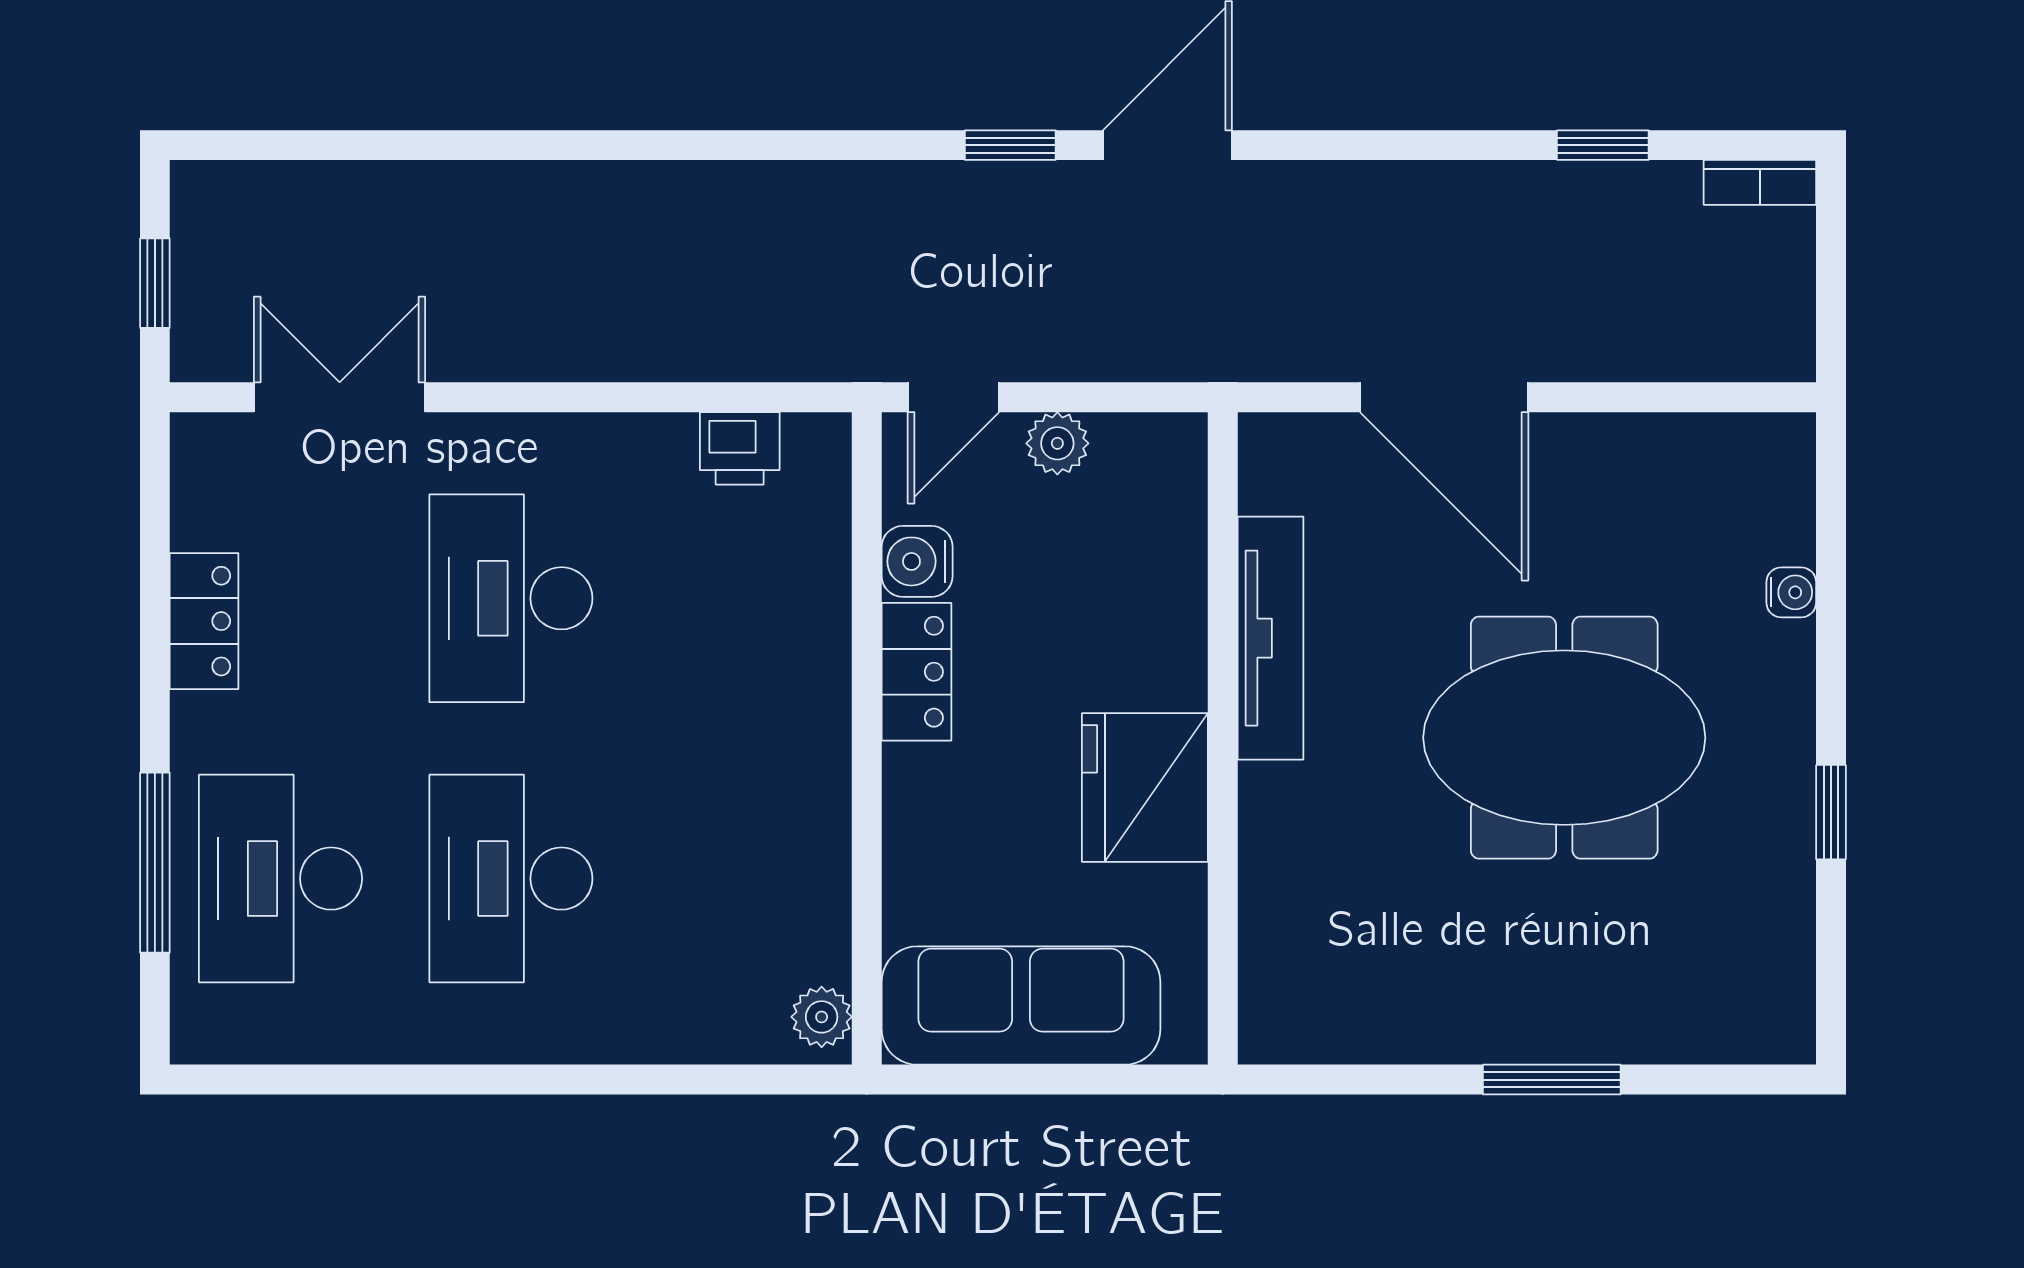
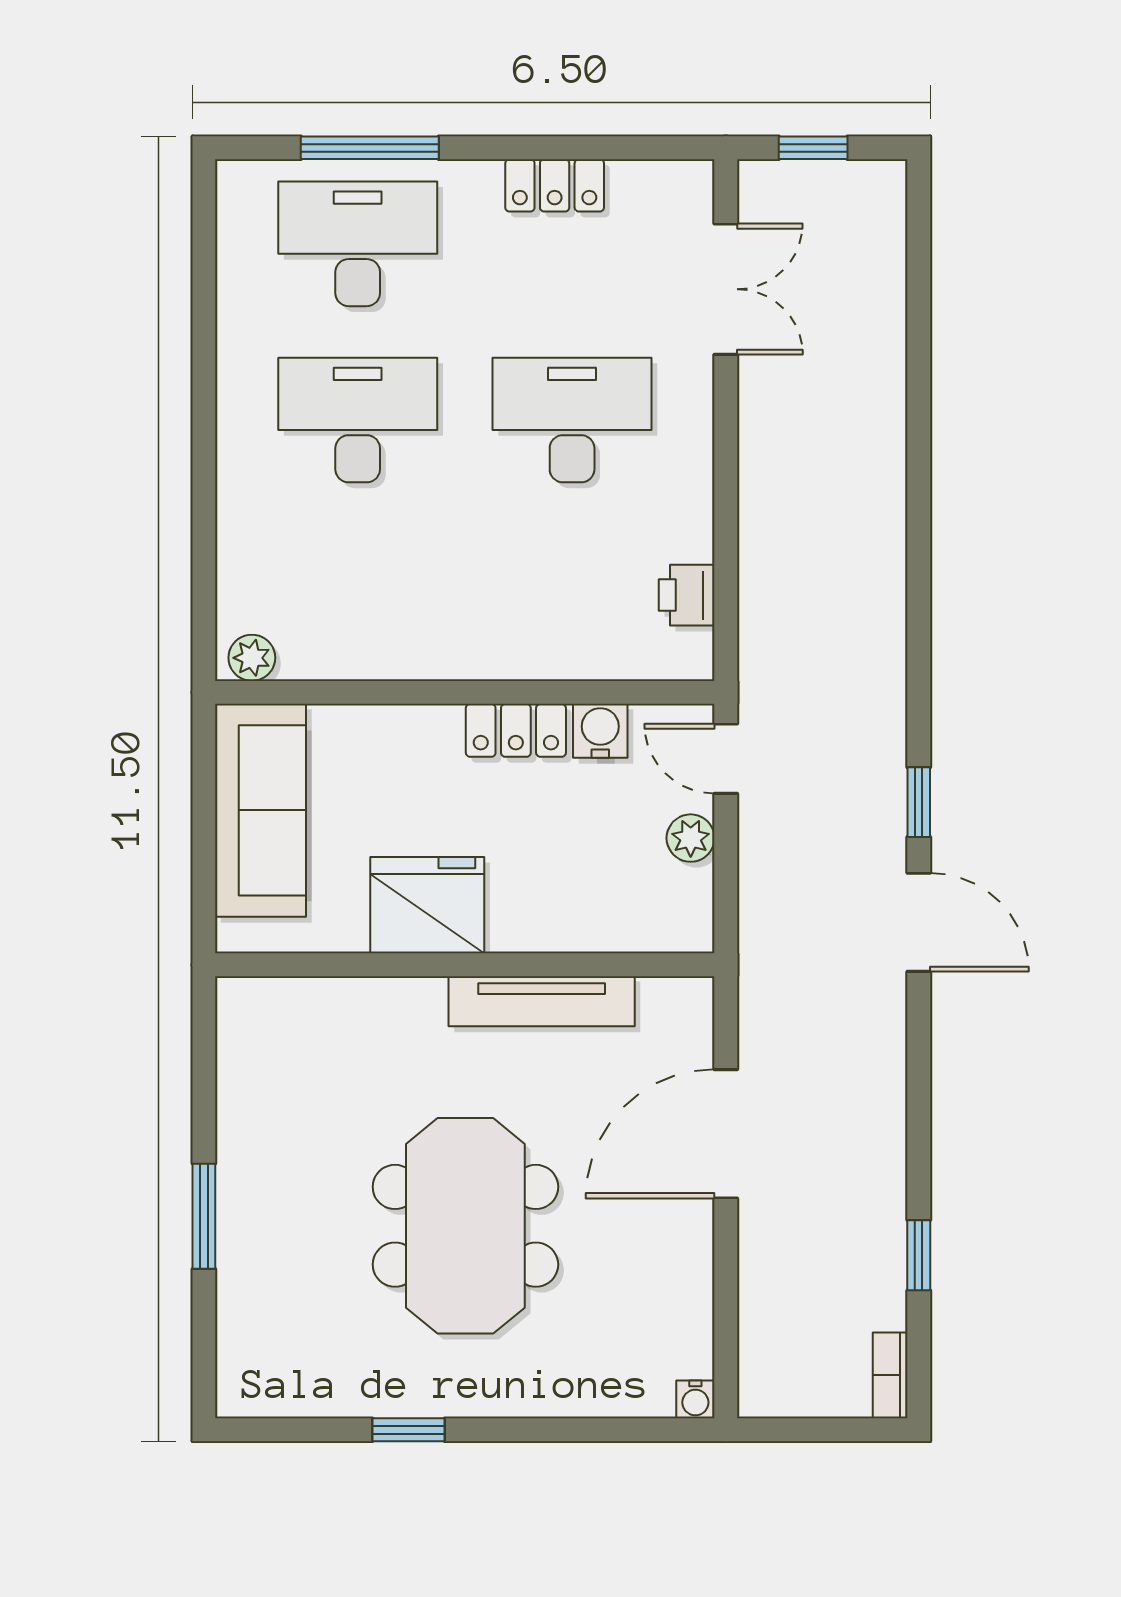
water cooler: (1791, 592) -> (695, 1399), moved

